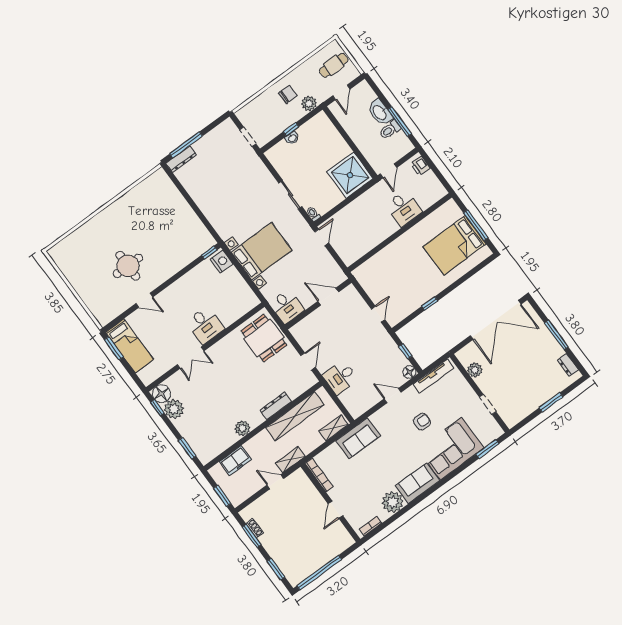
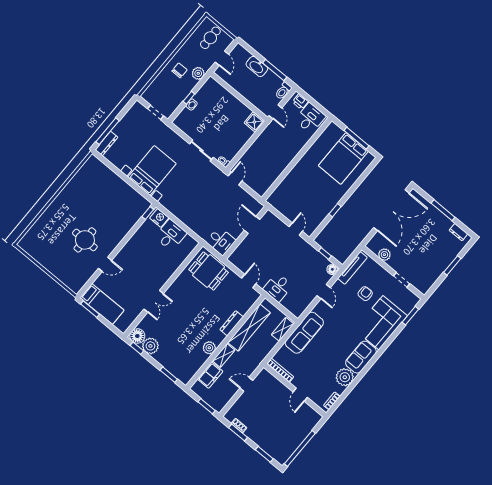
toilet: (390, 130) -> (283, 91), moved
shower: (350, 175) -> (254, 122), width x0.54, depth x0.54
desk: (404, 208) -> (310, 118), moved, turned -90
bed with nightstands: (262, 251) -> (152, 170), moved
door: (328, 297) -> (252, 225), hinge flipped
desk: (205, 325) -> (171, 235), moved, turned -90
door: (393, 396) -> (324, 292), swing flipped
armchair: (422, 422) -> (365, 294), moved
sofa: (358, 438) -> (304, 333), width x1.36
shelving: (290, 460) -> (224, 355), moved

